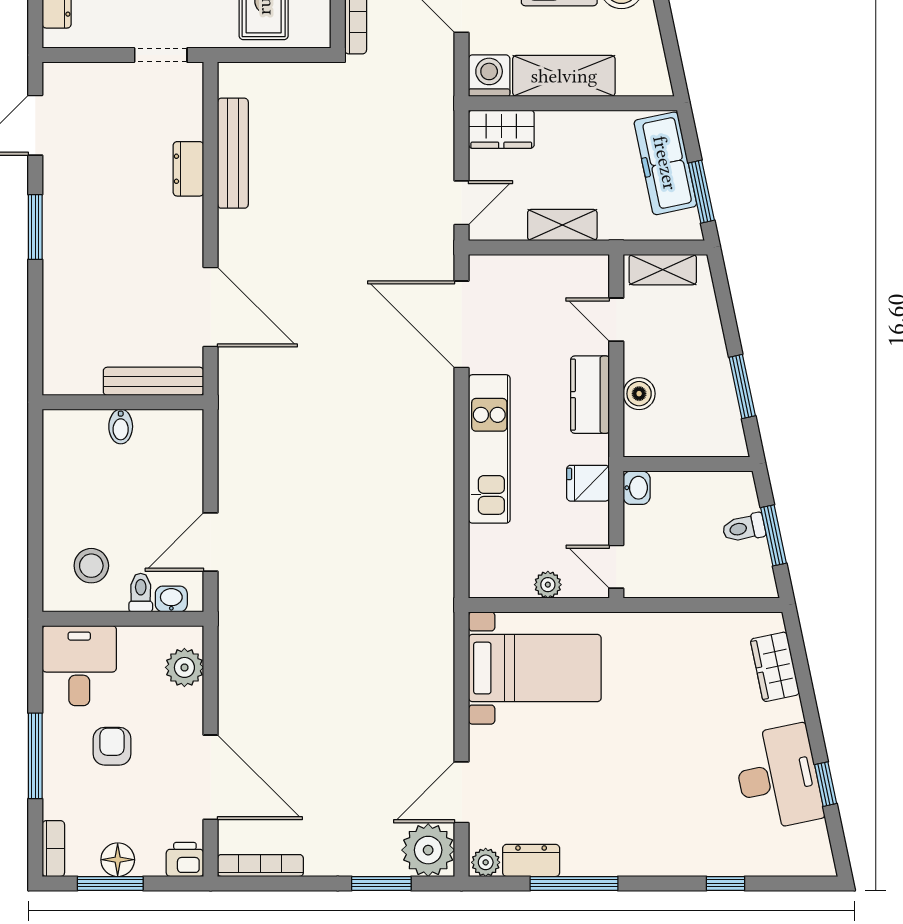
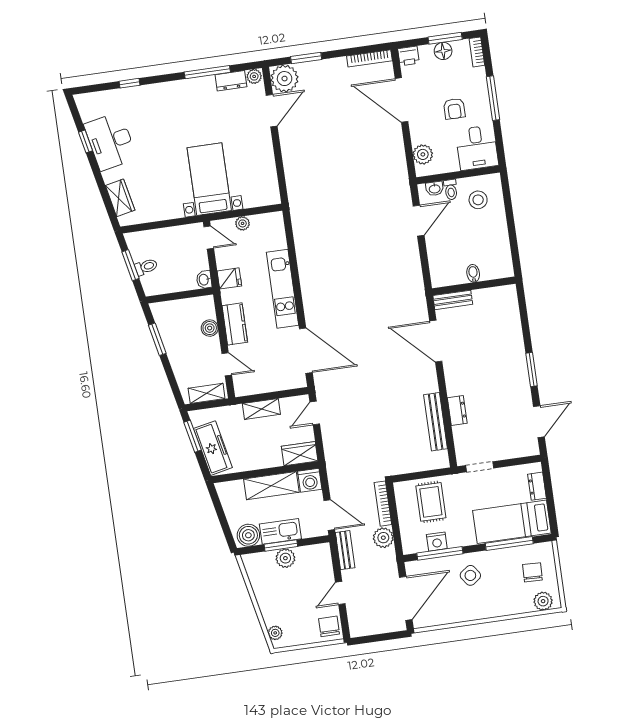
bench: (153, 381) -> (453, 300), width x0.73
bed with nightstands: (535, 668) -> (209, 179), moved, turned 90

